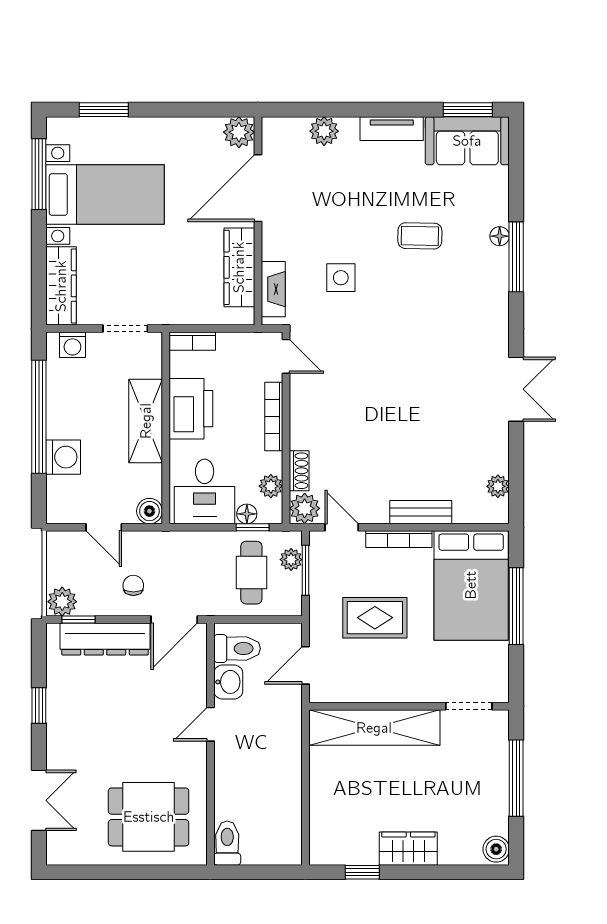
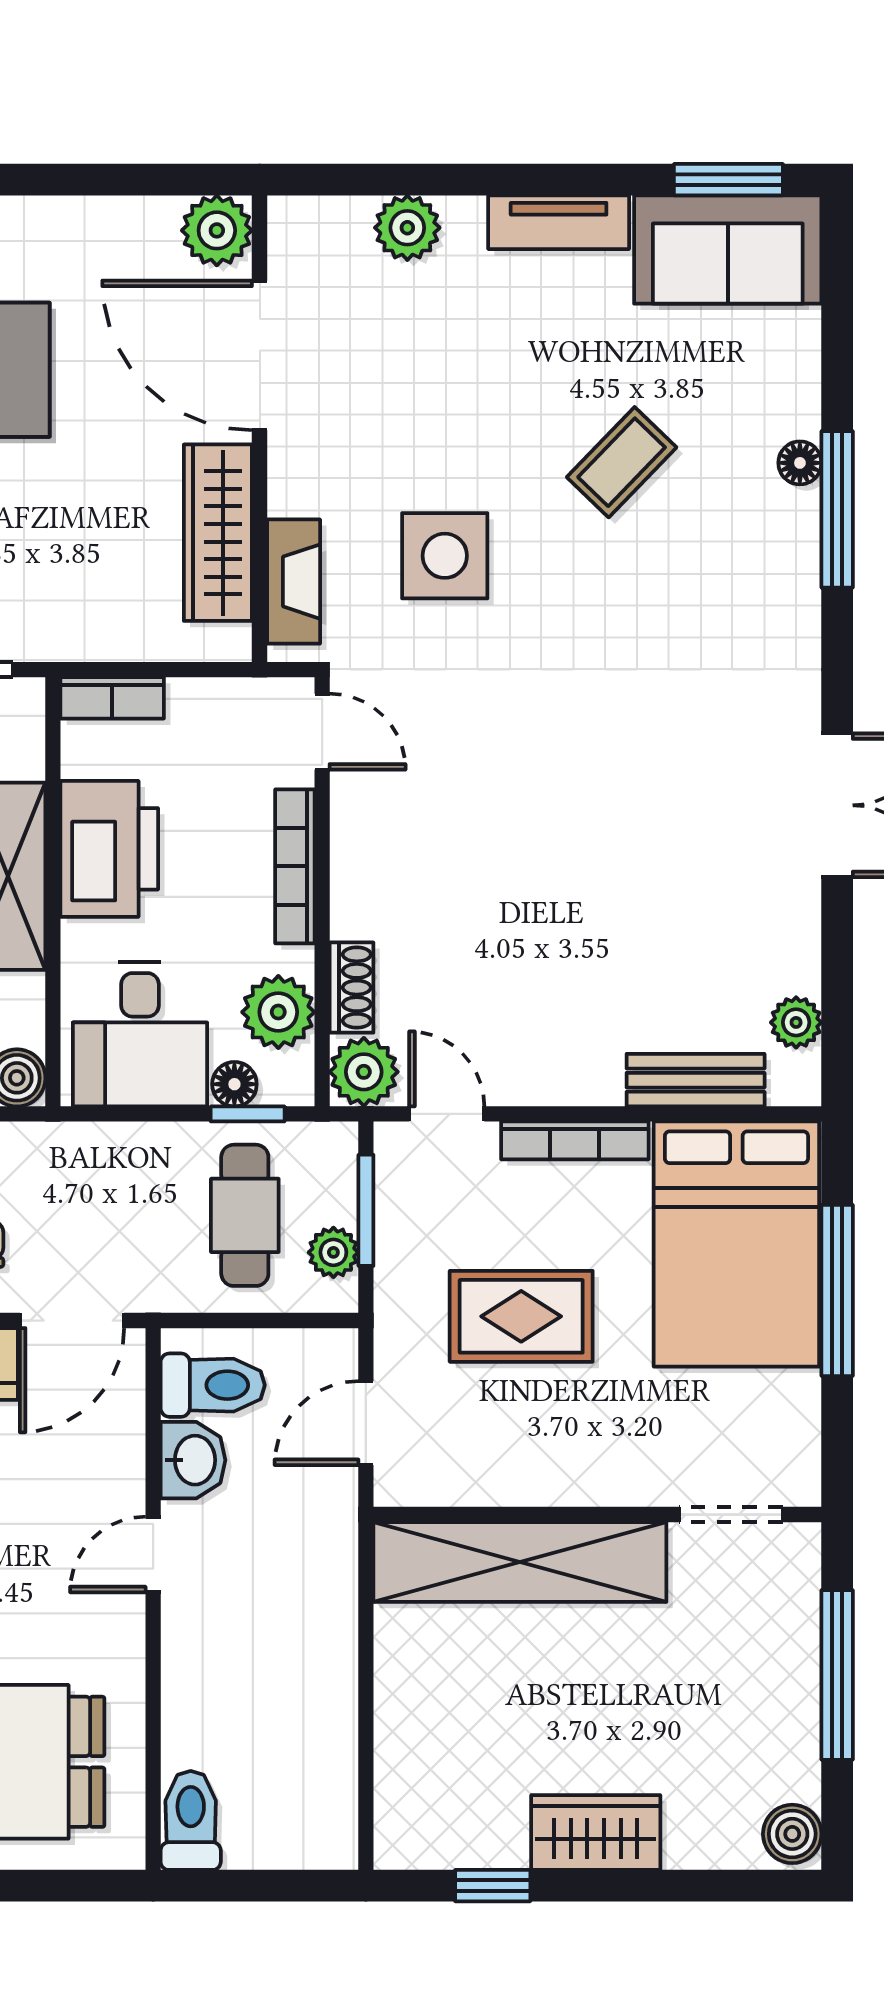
door: (258, 188) -> (260, 355), hinge flipped
coffee table: (420, 236) -> (622, 462), turned -47
side table: (341, 278) -> (445, 556), width x1.37, depth x1.37
plant: (271, 486) -> (278, 1012), width x1.38, depth x1.38
bench: (421, 512) -> (696, 1080), moved
plant: (291, 560) -> (333, 1252), moved

